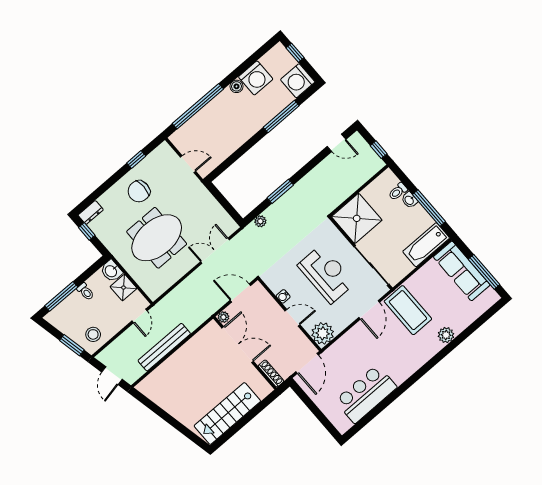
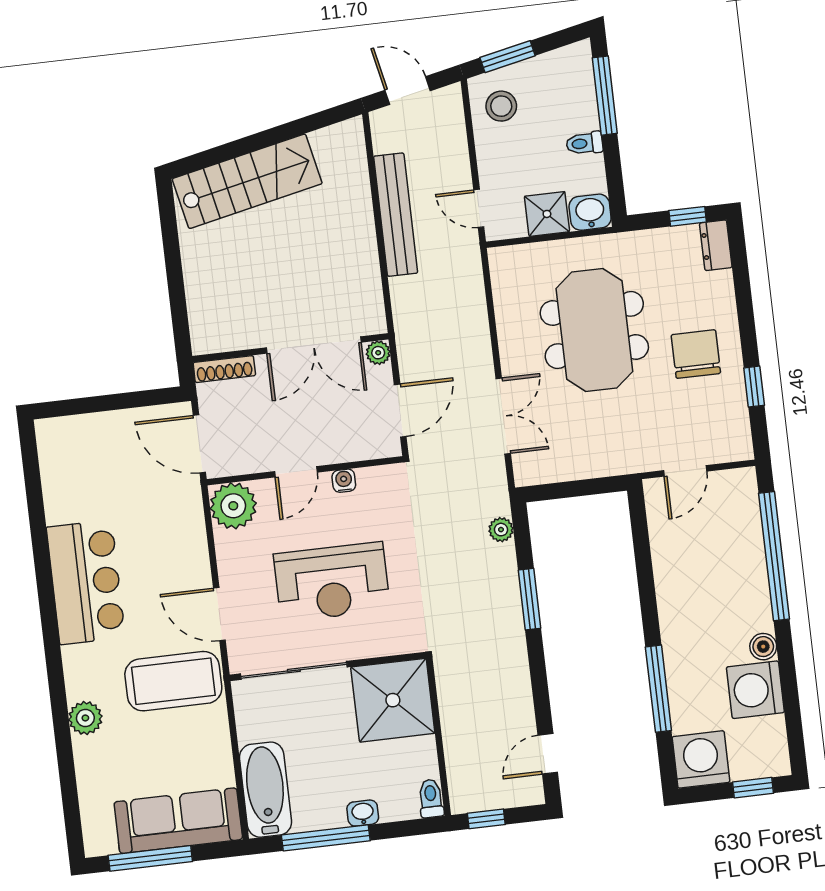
toilet: (398, 192) -> (431, 798), moved
bar counter: (366, 394) -> (86, 582), moved
stairs: (227, 414) -> (247, 181), moved, turned 78

